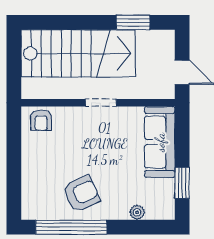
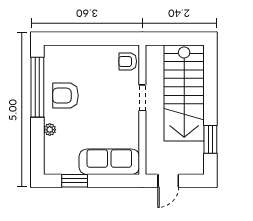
doorway: (101, 103) -> (142, 98), moved
armchair: (81, 194) -> (65, 96), turned 115
plant: (137, 212) -> (50, 130), moved

